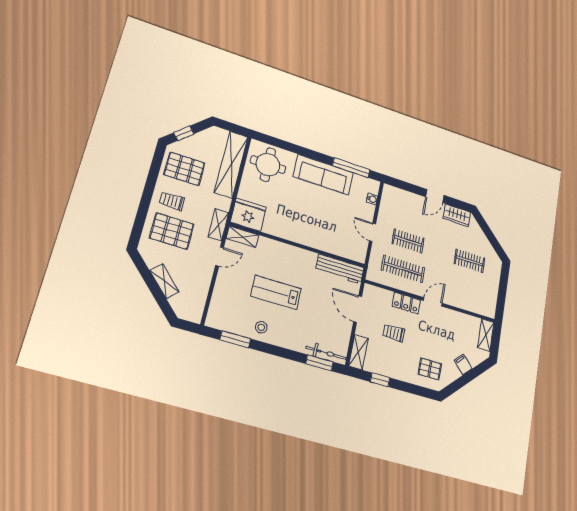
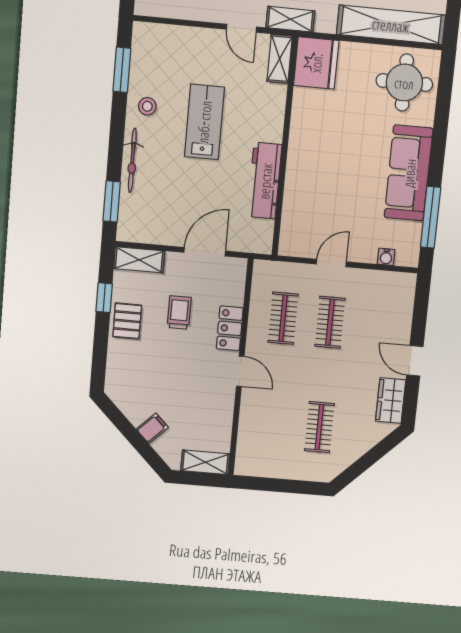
workbench: (340, 269) -> (265, 181), moved
clothes rail: (403, 269) -> (283, 318), width x0.73
bicycle: (326, 353) -> (132, 160), moved
pallet: (430, 369) -> (127, 321), moved

